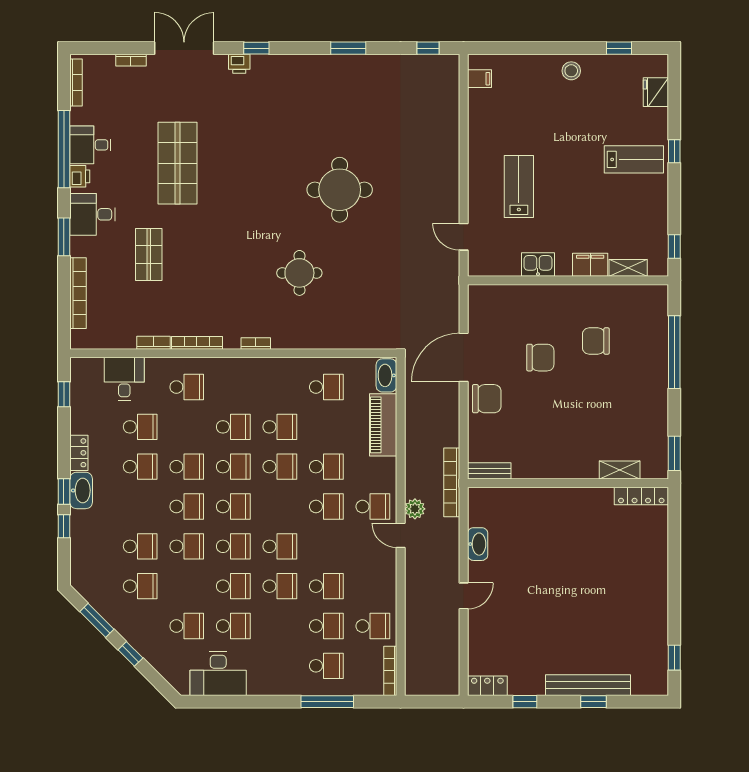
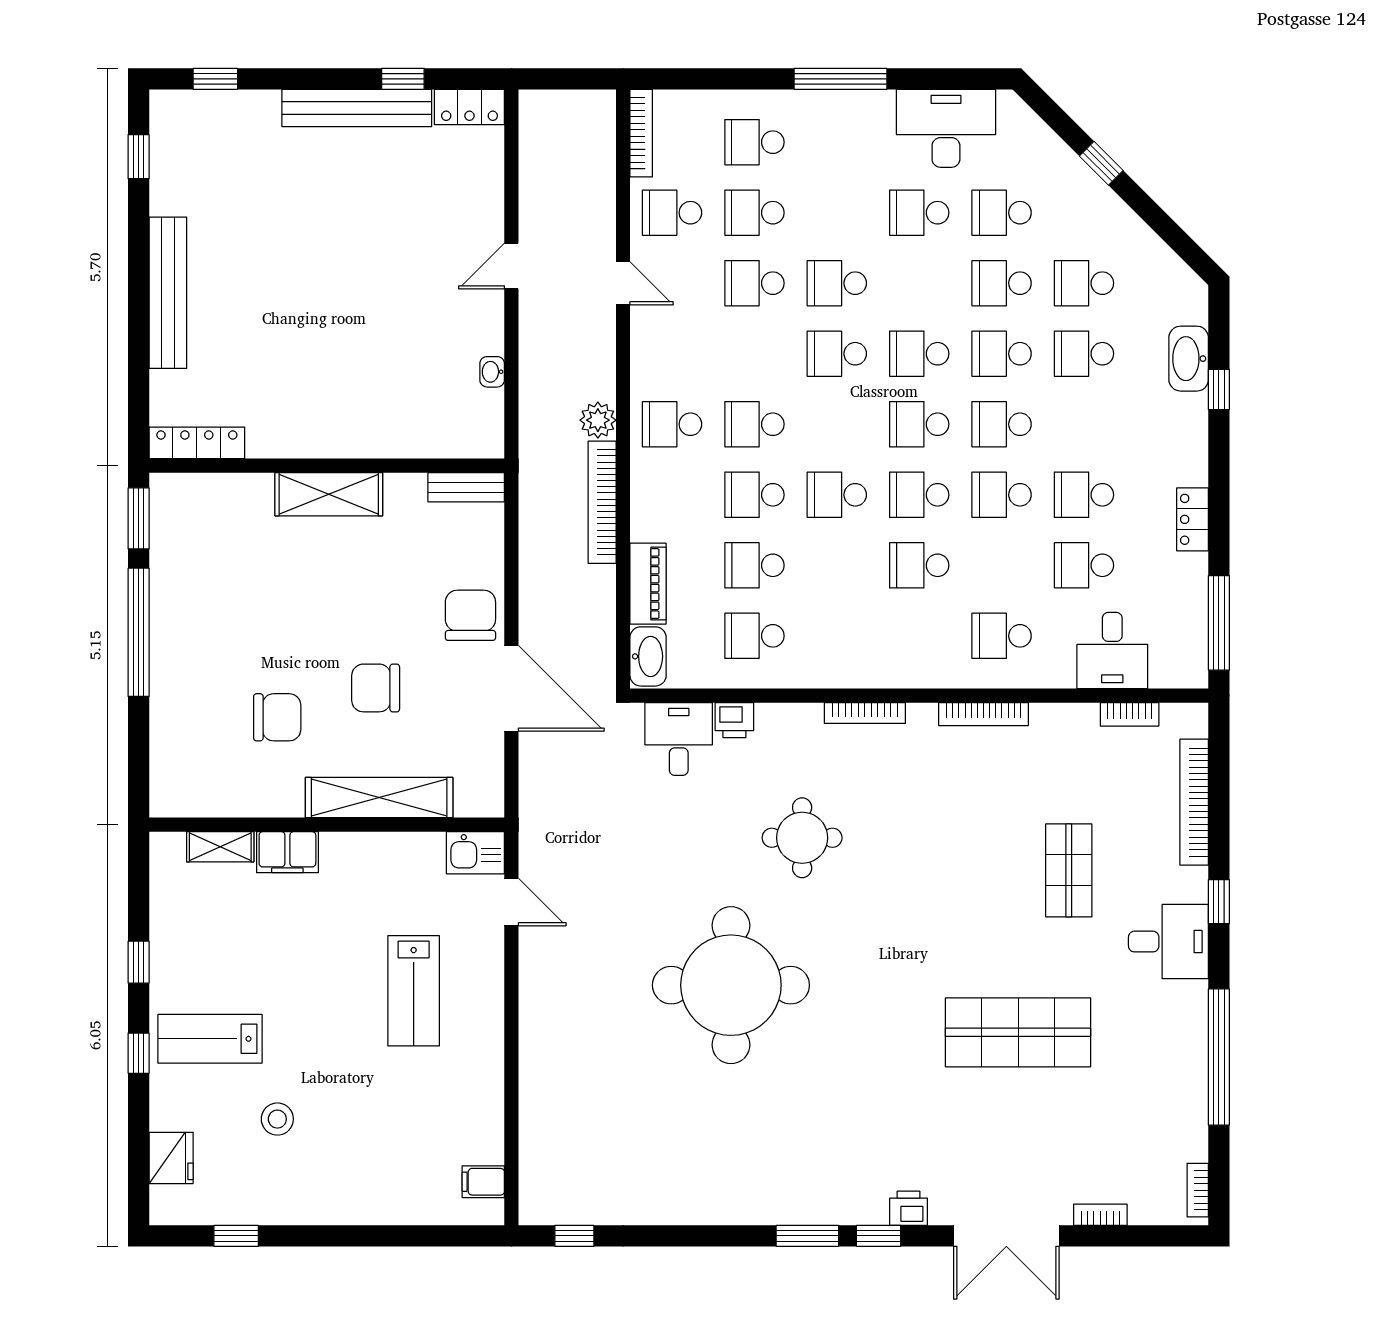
window: (348, 48) -> (807, 1236), moved
stool: (571, 71) -> (277, 1119), moved
bookcase: (76, 82) -> (1198, 1190), width x0.64
desk: (90, 145) -> (679, 739), moved, turned -90
shop shelf: (177, 163) -> (1018, 1032), turned 90
printer: (80, 176) -> (734, 720), moved, turned -90
round table: (340, 190) -> (731, 985), width x1.36, depth x1.36
window: (64, 237) -> (1219, 902), width x0.67
window: (674, 247) -> (139, 962), moved
kitchen sink: (538, 265) -> (475, 853), moved
shelving: (538, 296) -> (379, 798), added
bookcase: (154, 343) -> (1130, 714), moved
bookcase: (256, 343) -> (865, 713), width x1.56
window: (674, 352) -> (139, 632), moved
door: (464, 357) -> (511, 688), hinge flipped
window: (64, 394) -> (1219, 623), width x2.17
chair: (487, 399) -> (470, 615), turned 90
piano: (383, 425) -> (648, 584), width x0.73, depth x0.75
school desk: (280, 427) -> (754, 565), moved
shelving: (620, 470) -> (329, 494), moved, width x1.50, depth x1.33
bookcase: (452, 482) -> (602, 502), moved, turned 180
washbasin: (81, 490) -> (1189, 359), moved
window: (64, 491) -> (1219, 451), removed
door: (401, 535) -> (623, 283), moved
washbasin: (478, 544) -> (492, 372), width x0.52, depth x0.69
bench: (658, 581) -> (168, 293), added
school desk: (233, 586) -> (1002, 283), moved
window: (97, 620) -> (1161, 223), removed
bench: (588, 685) -> (357, 108), moved
window: (327, 702) -> (840, 79), moved
window: (594, 702) -> (215, 79), moved

